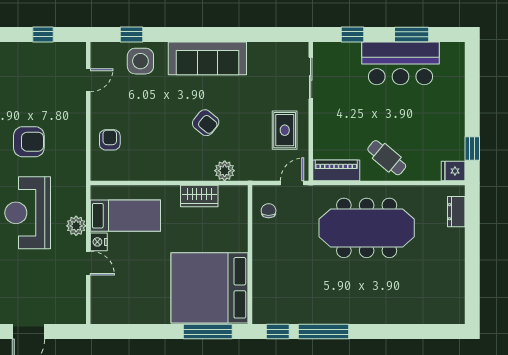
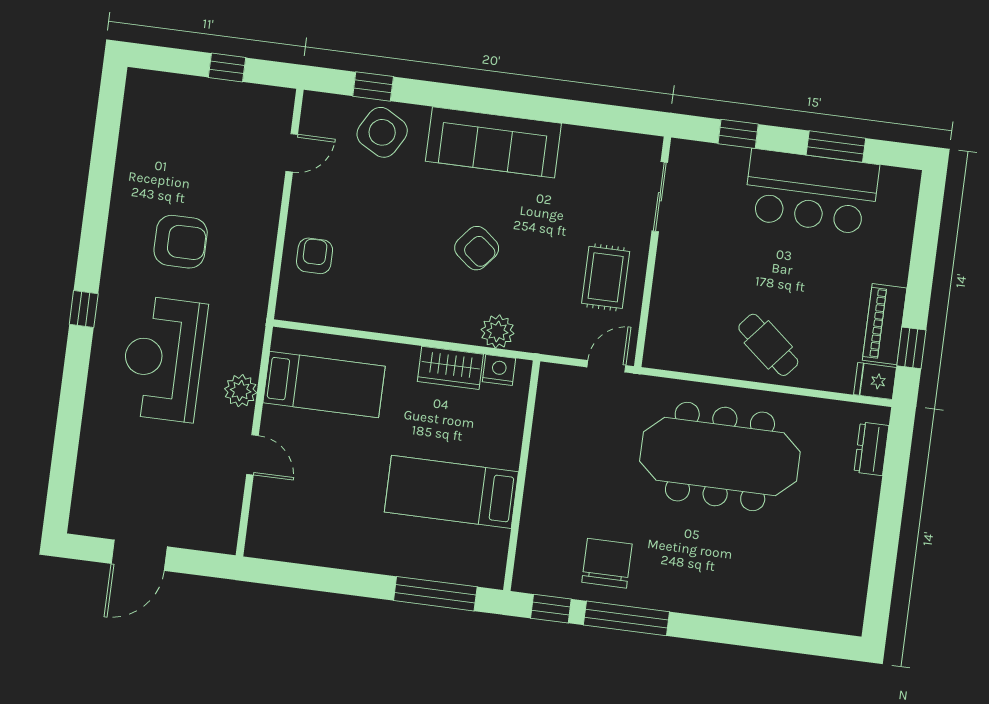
side table: (140, 61) -> (382, 132), turned 30
piano: (336, 170) -> (885, 324), moved, turned -90
chair: (269, 211) -> (607, 563), moved, width x1.87, depth x1.87
nightstand: (99, 242) -> (499, 370), moved, turned 90
bed: (209, 288) -> (451, 492), width x0.49

